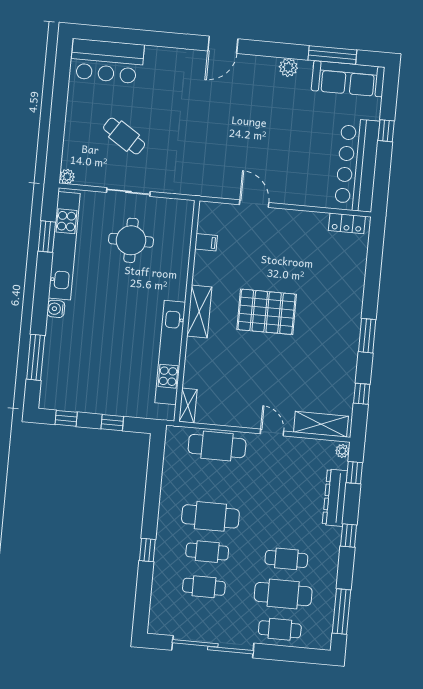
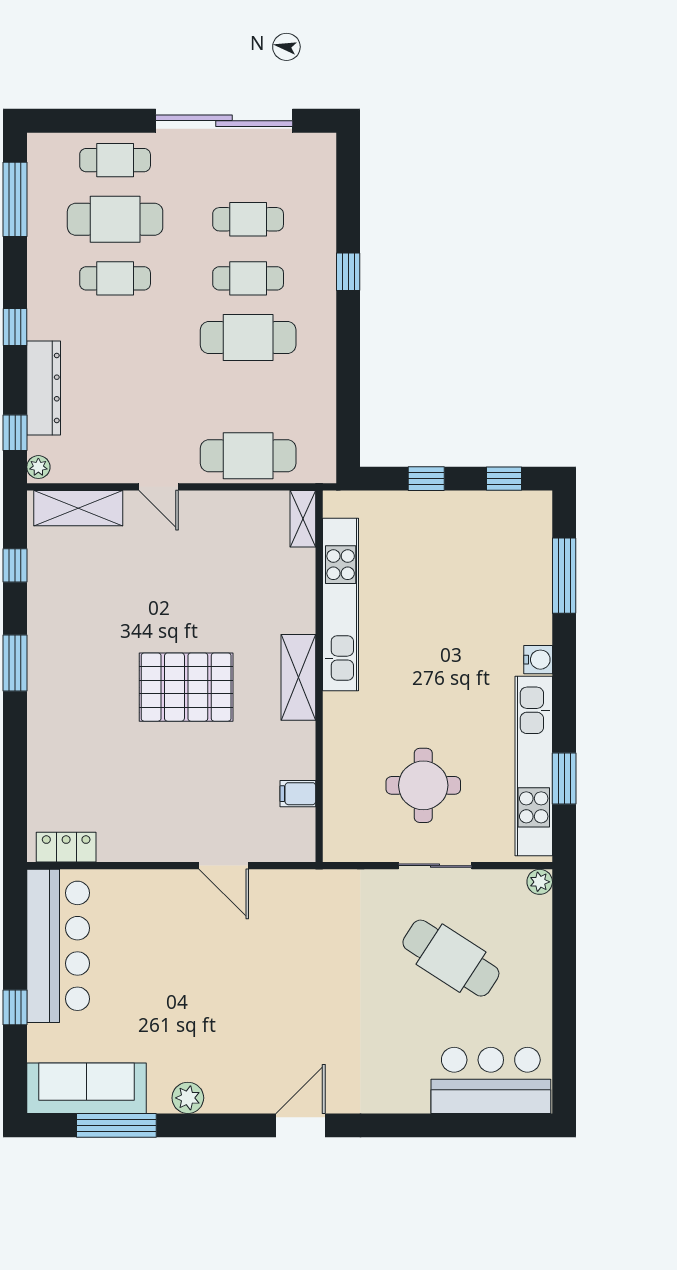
cafe table: (124, 136) -> (451, 958), width x1.37, depth x1.35

